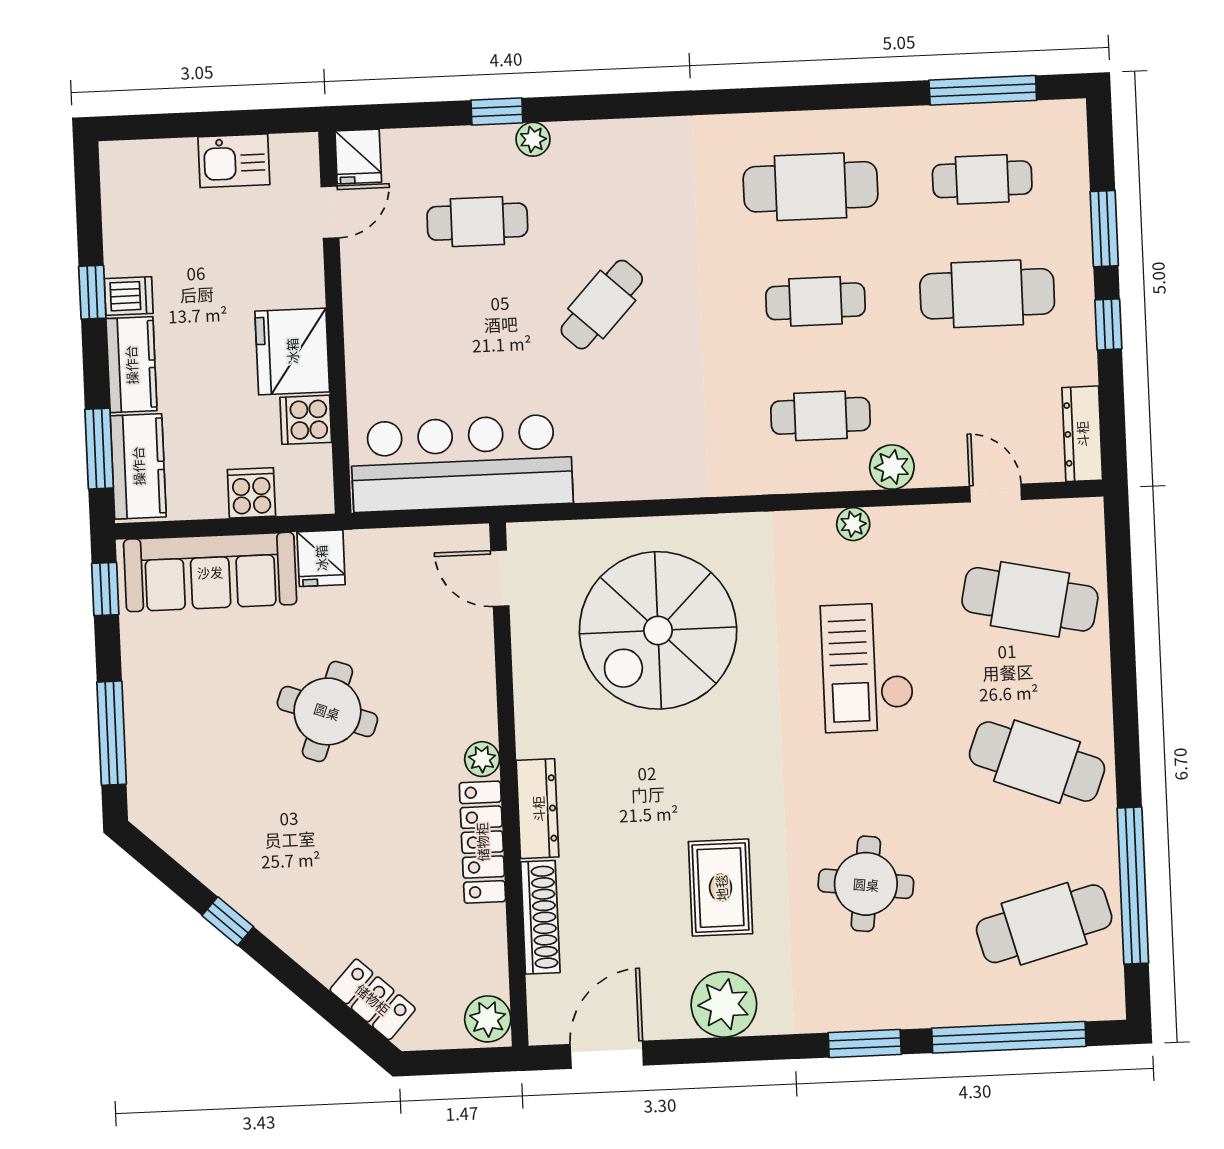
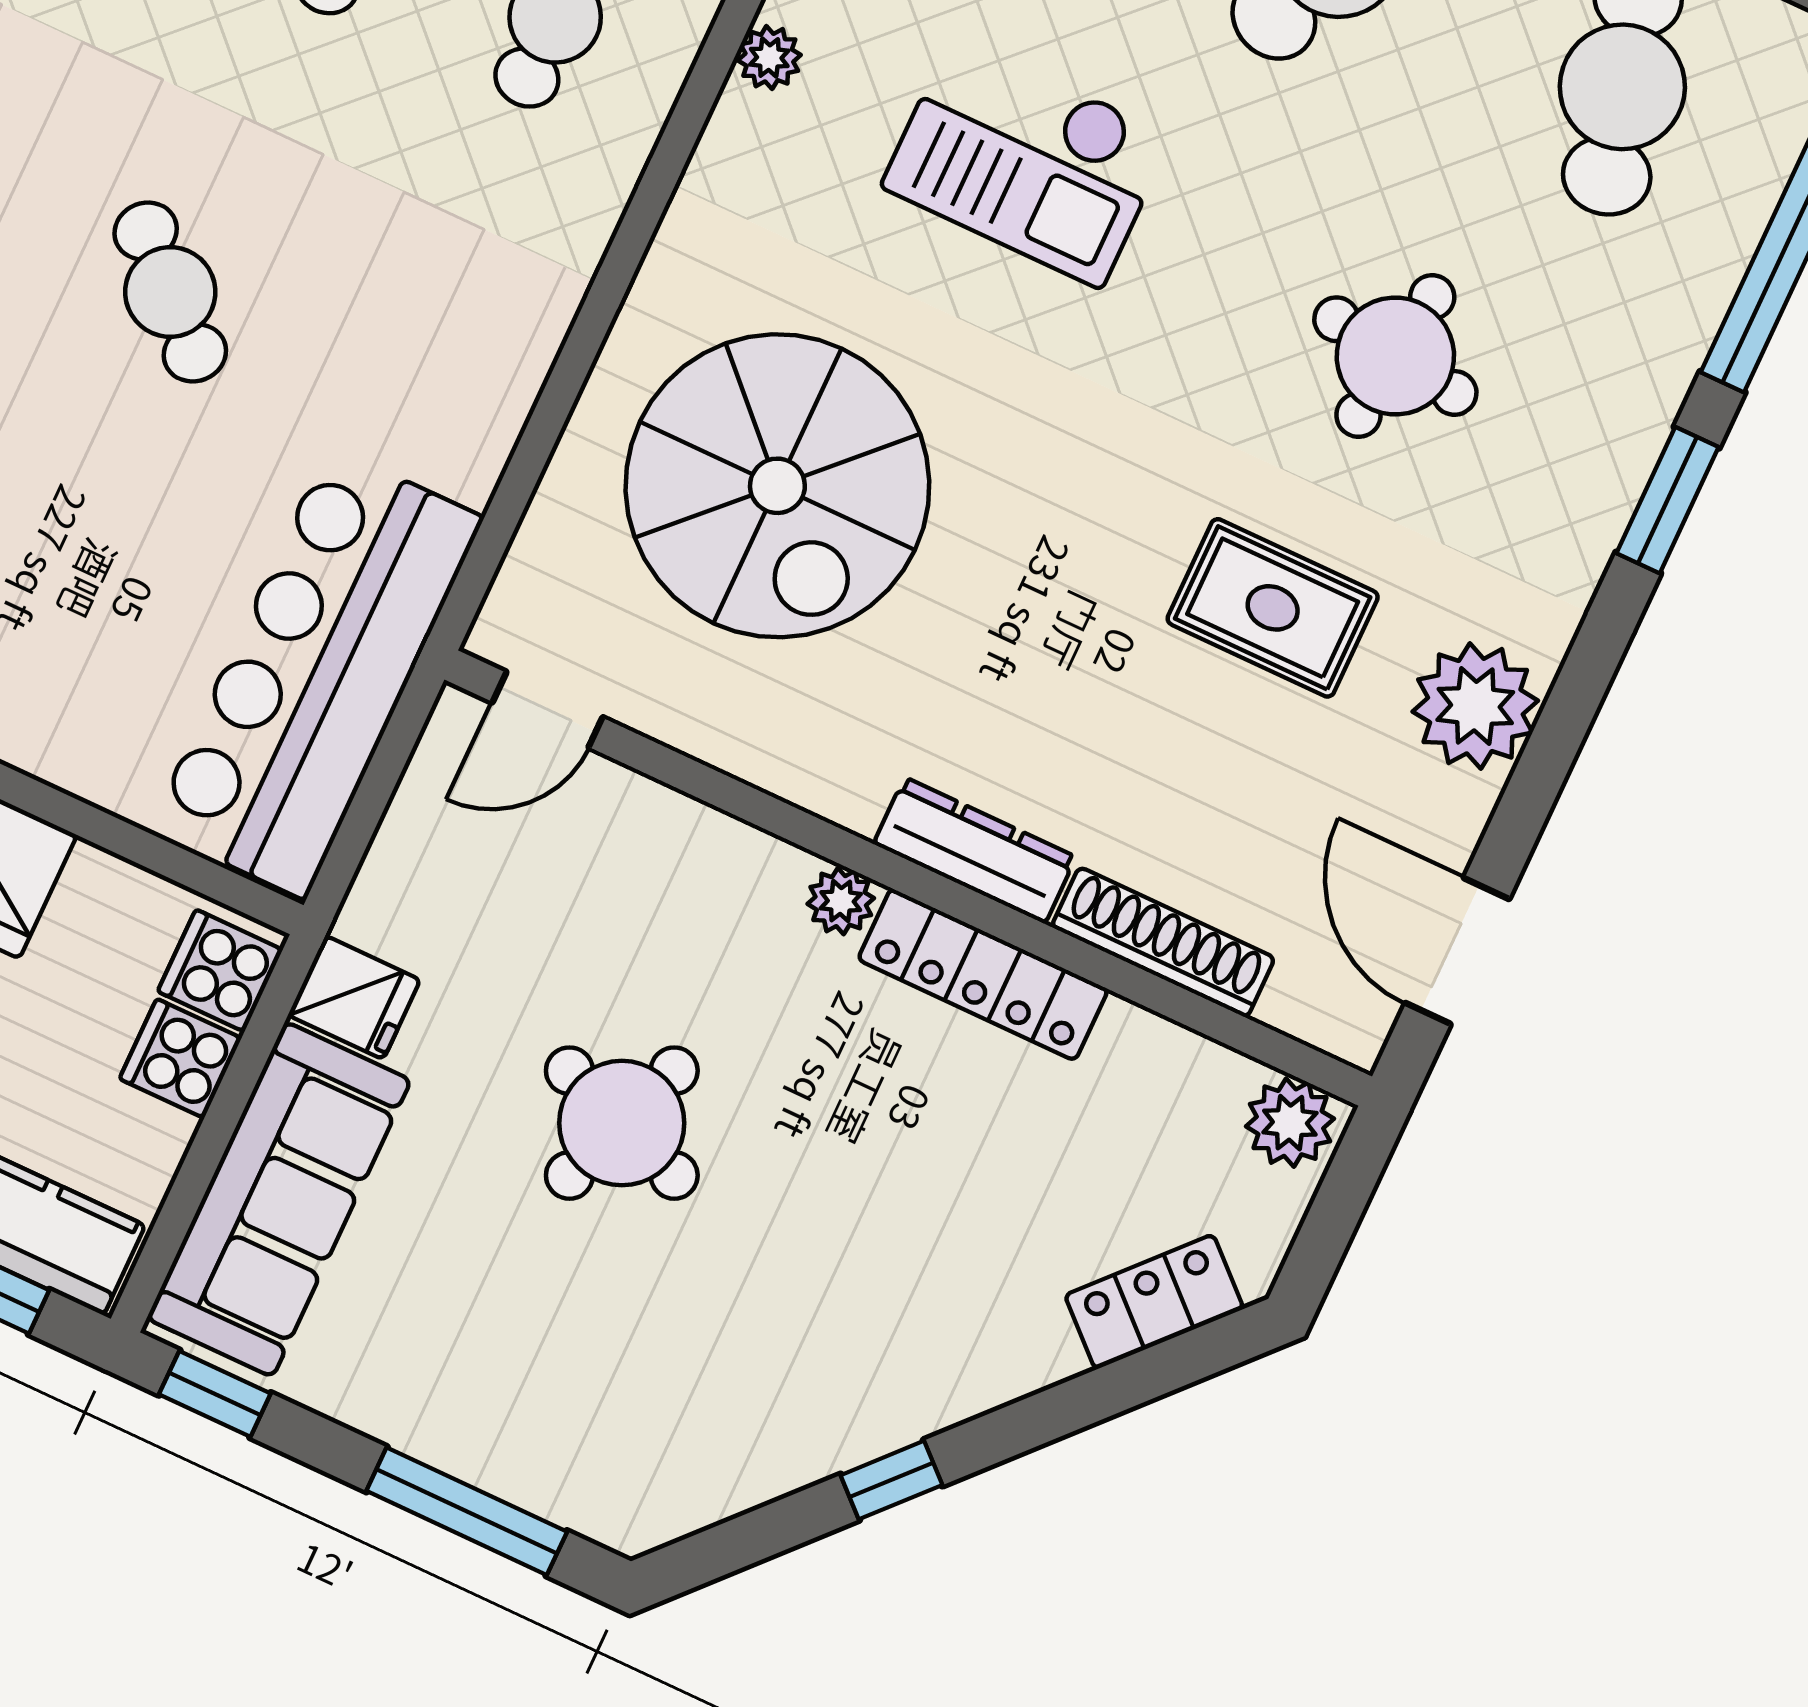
cooker: (306, 420) -> (220, 971), moved, turned 90

